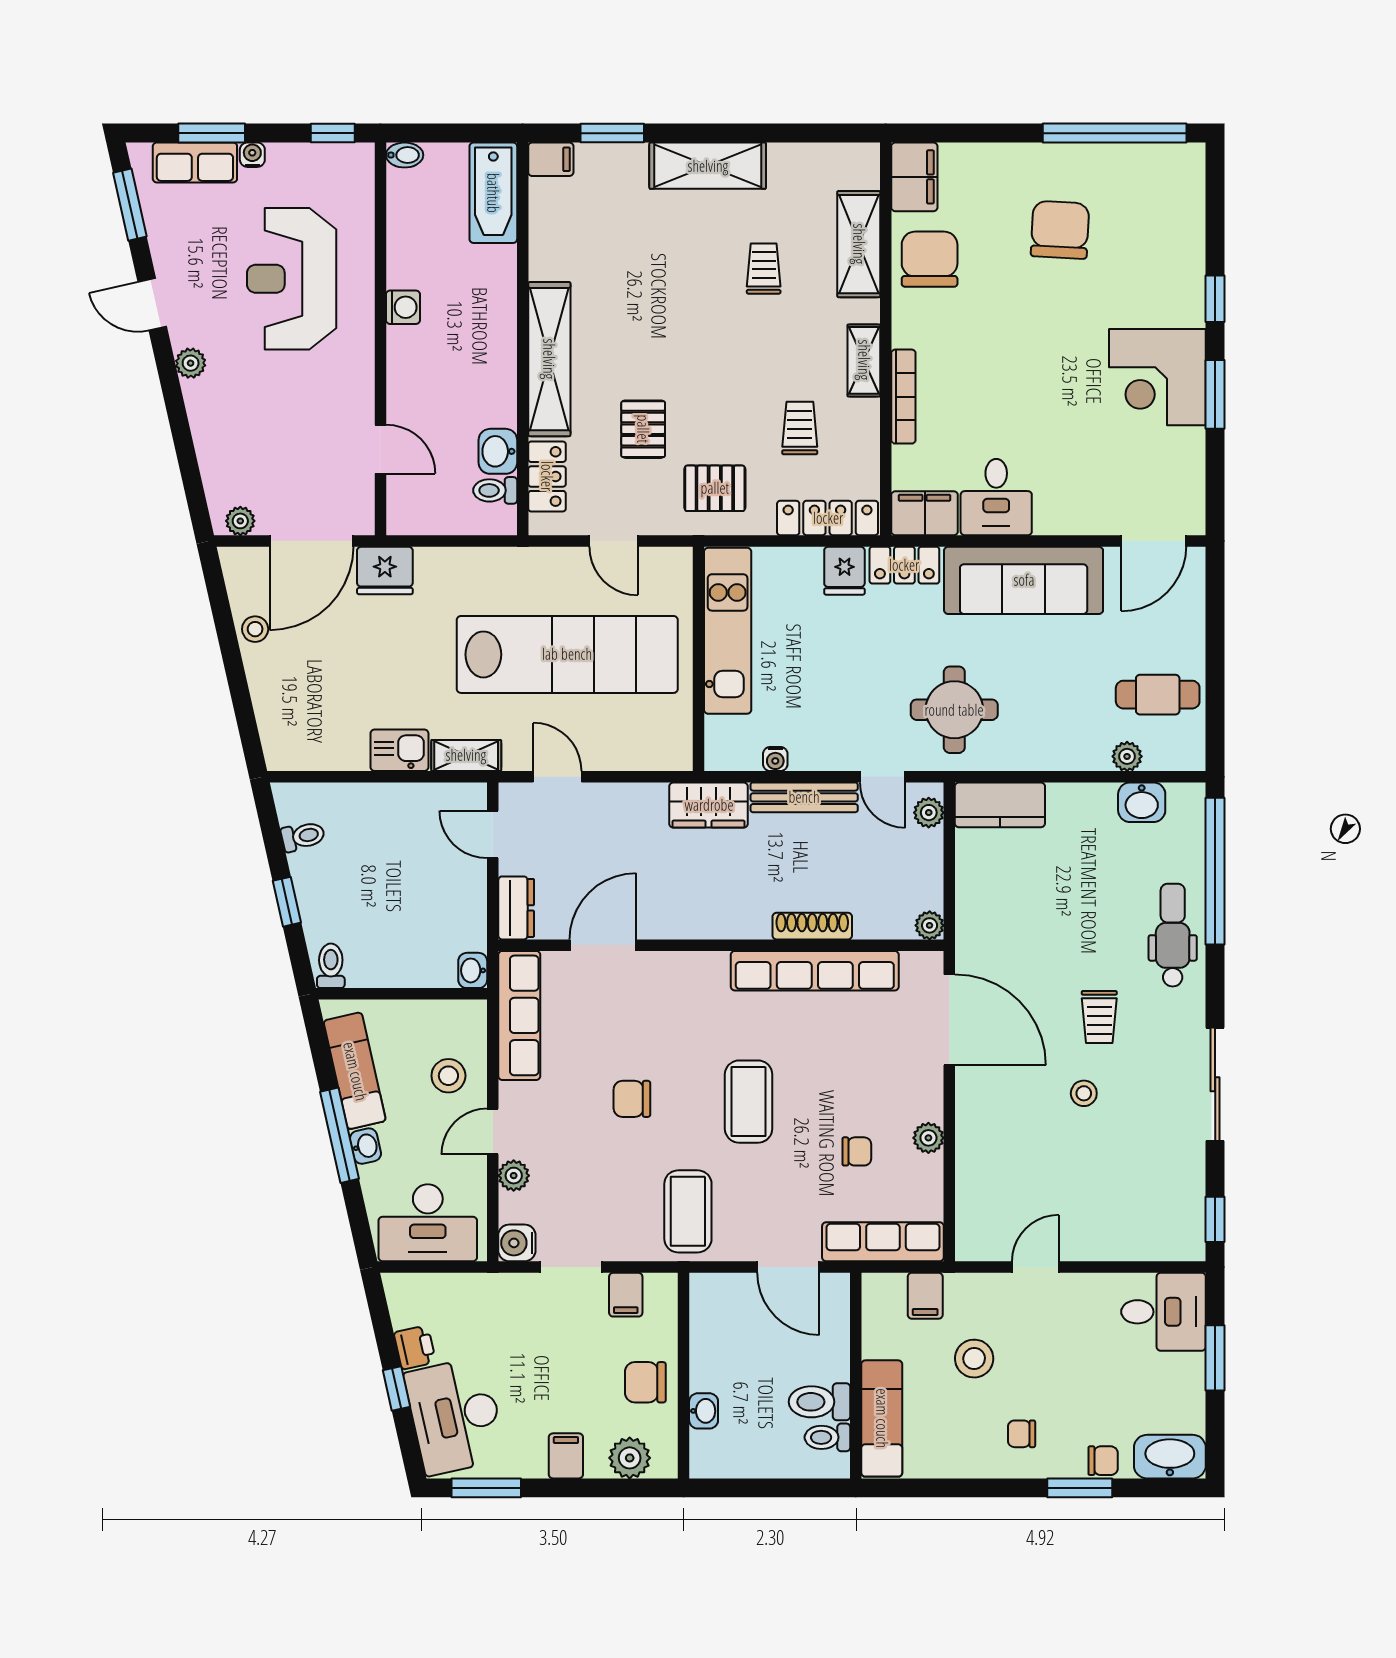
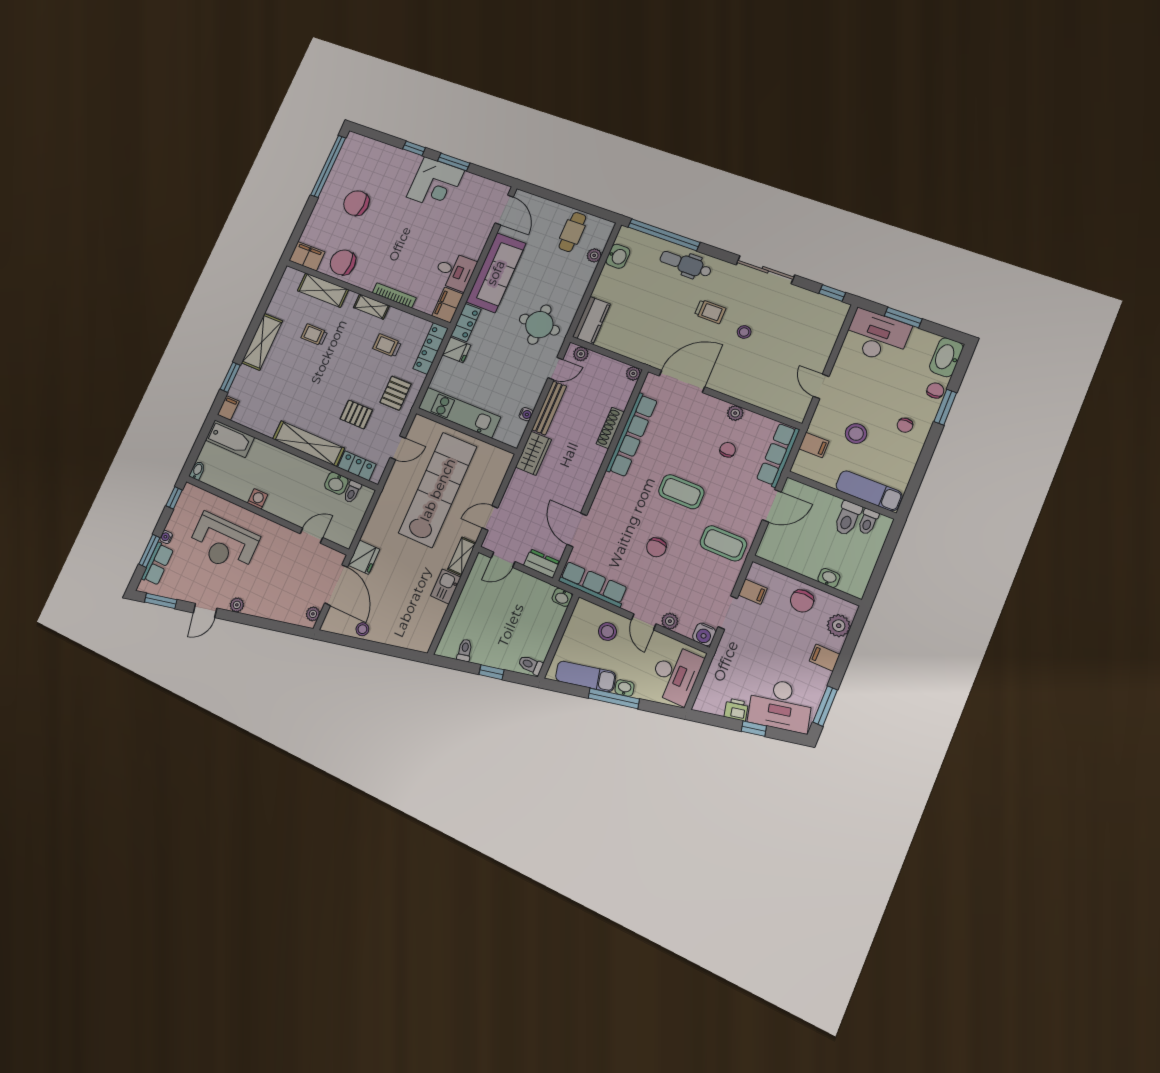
desk: (1163, 1312) -> (877, 336), width x1.37

